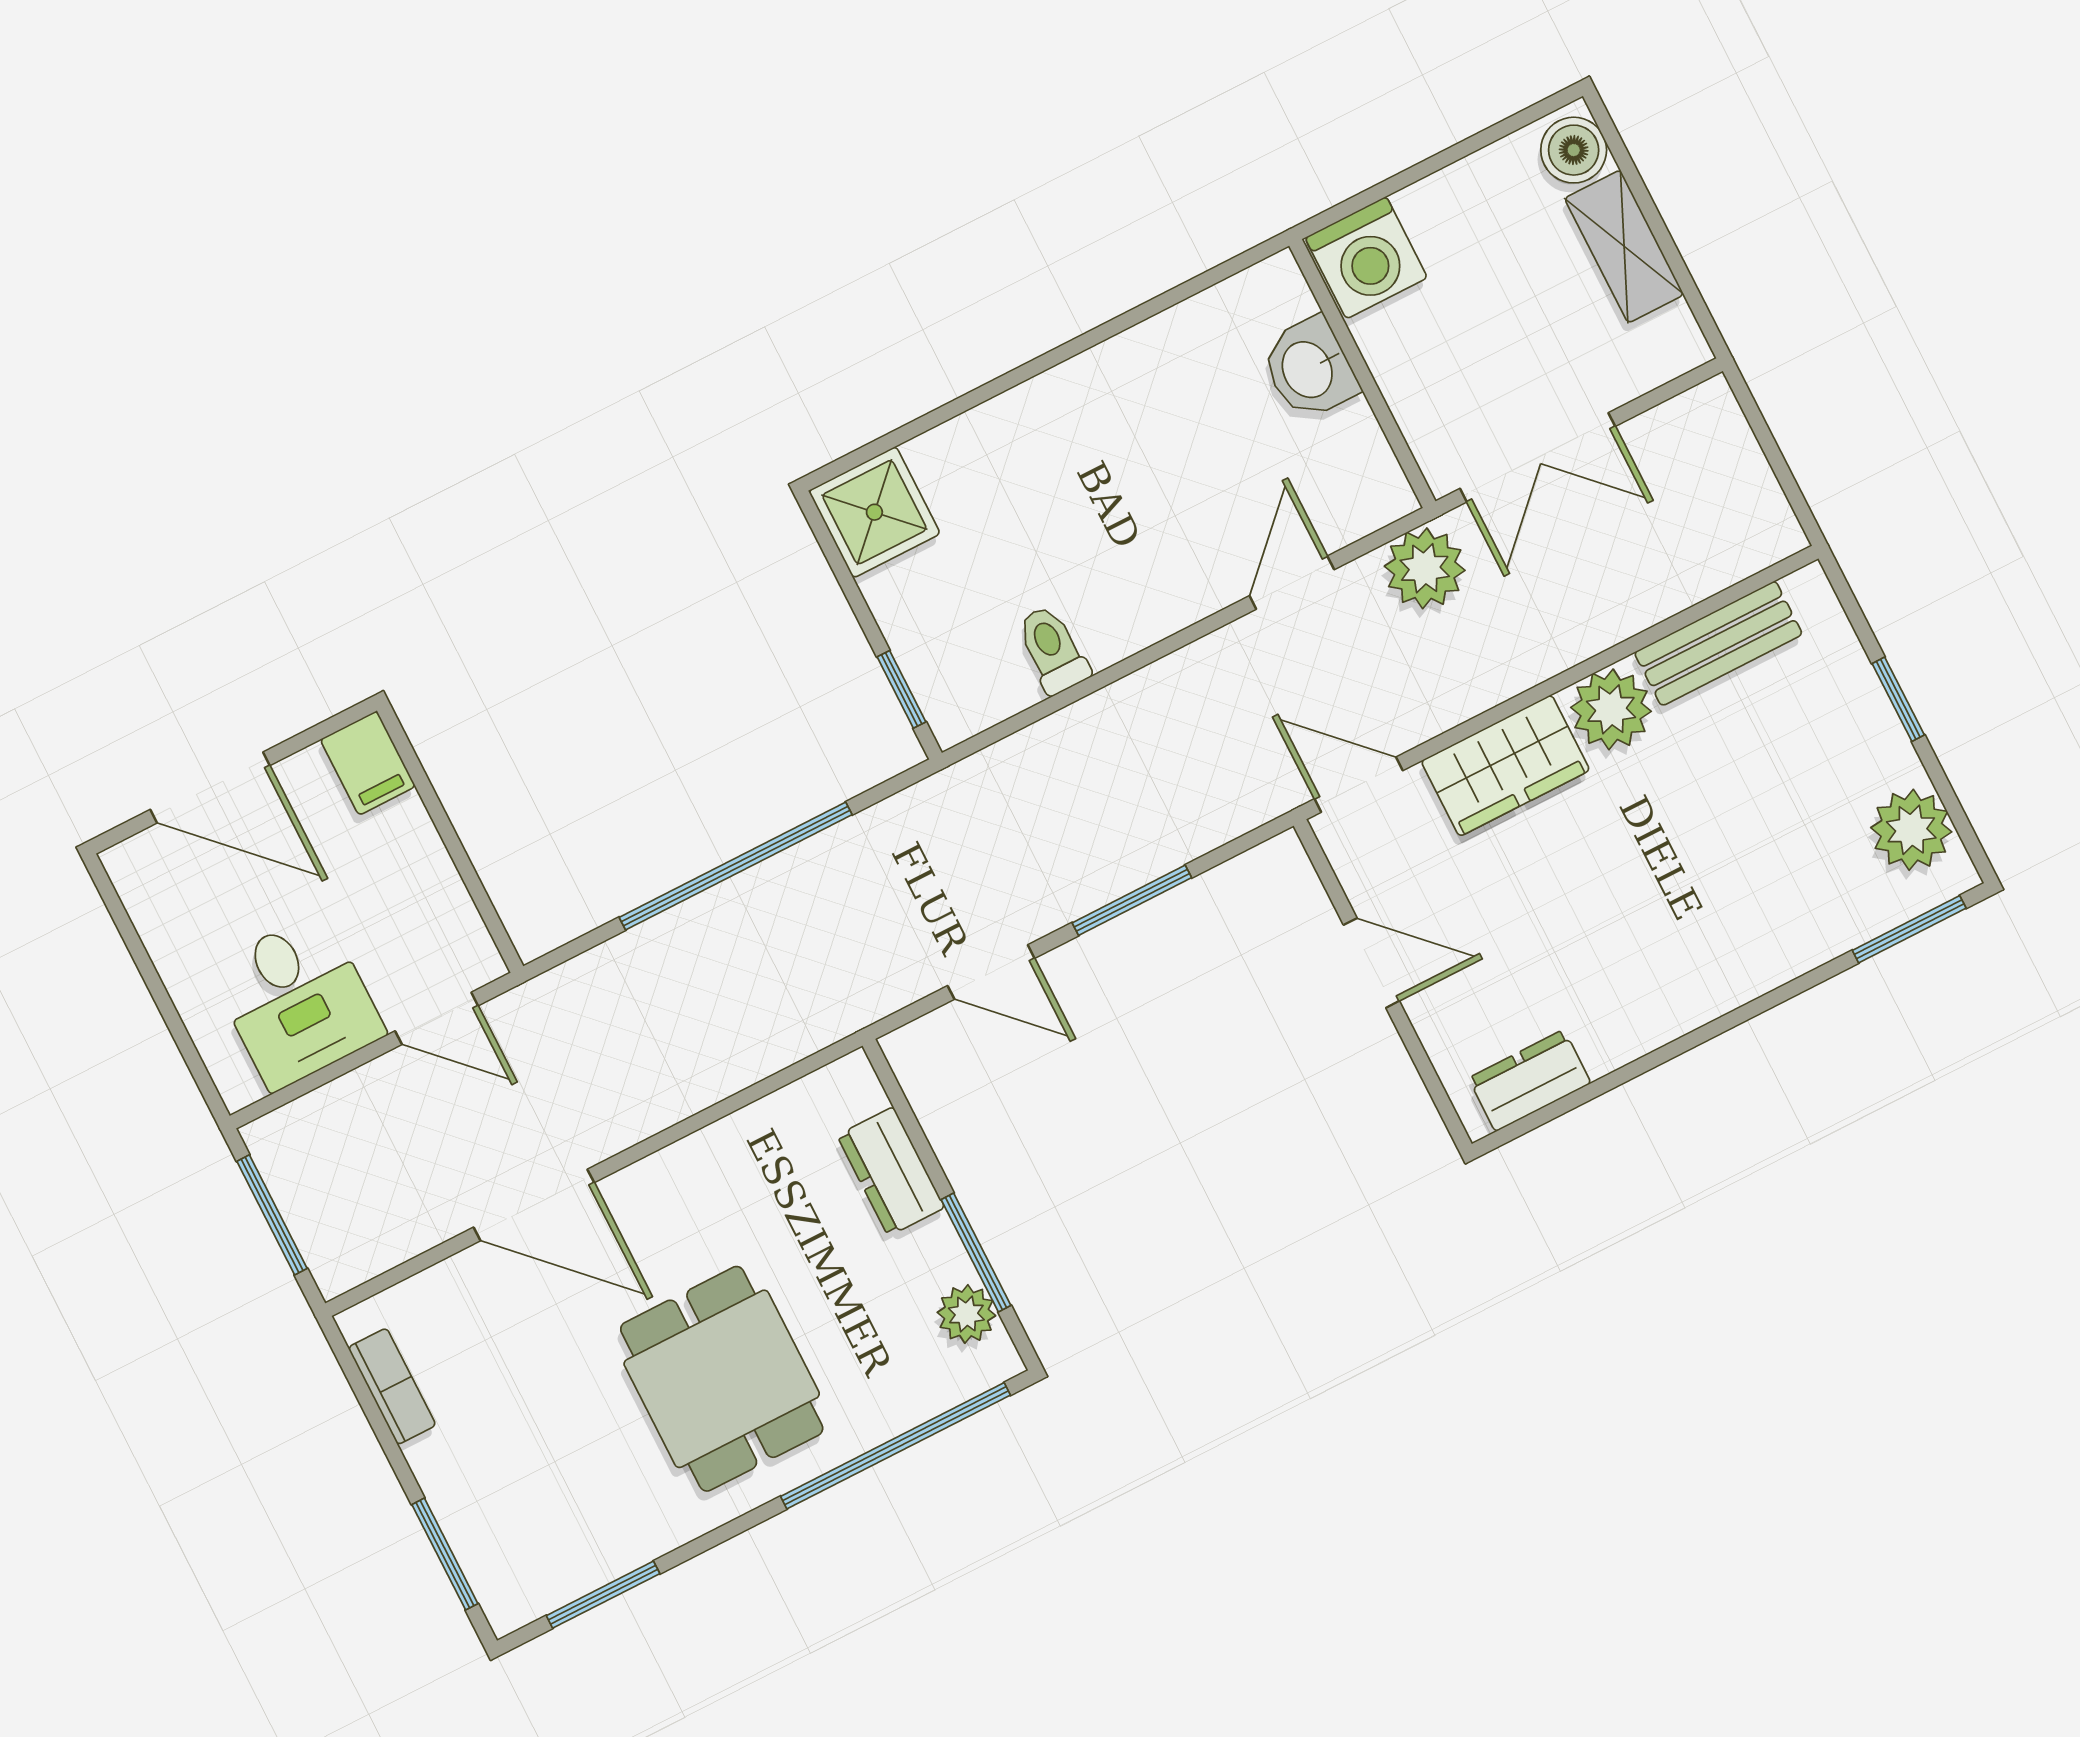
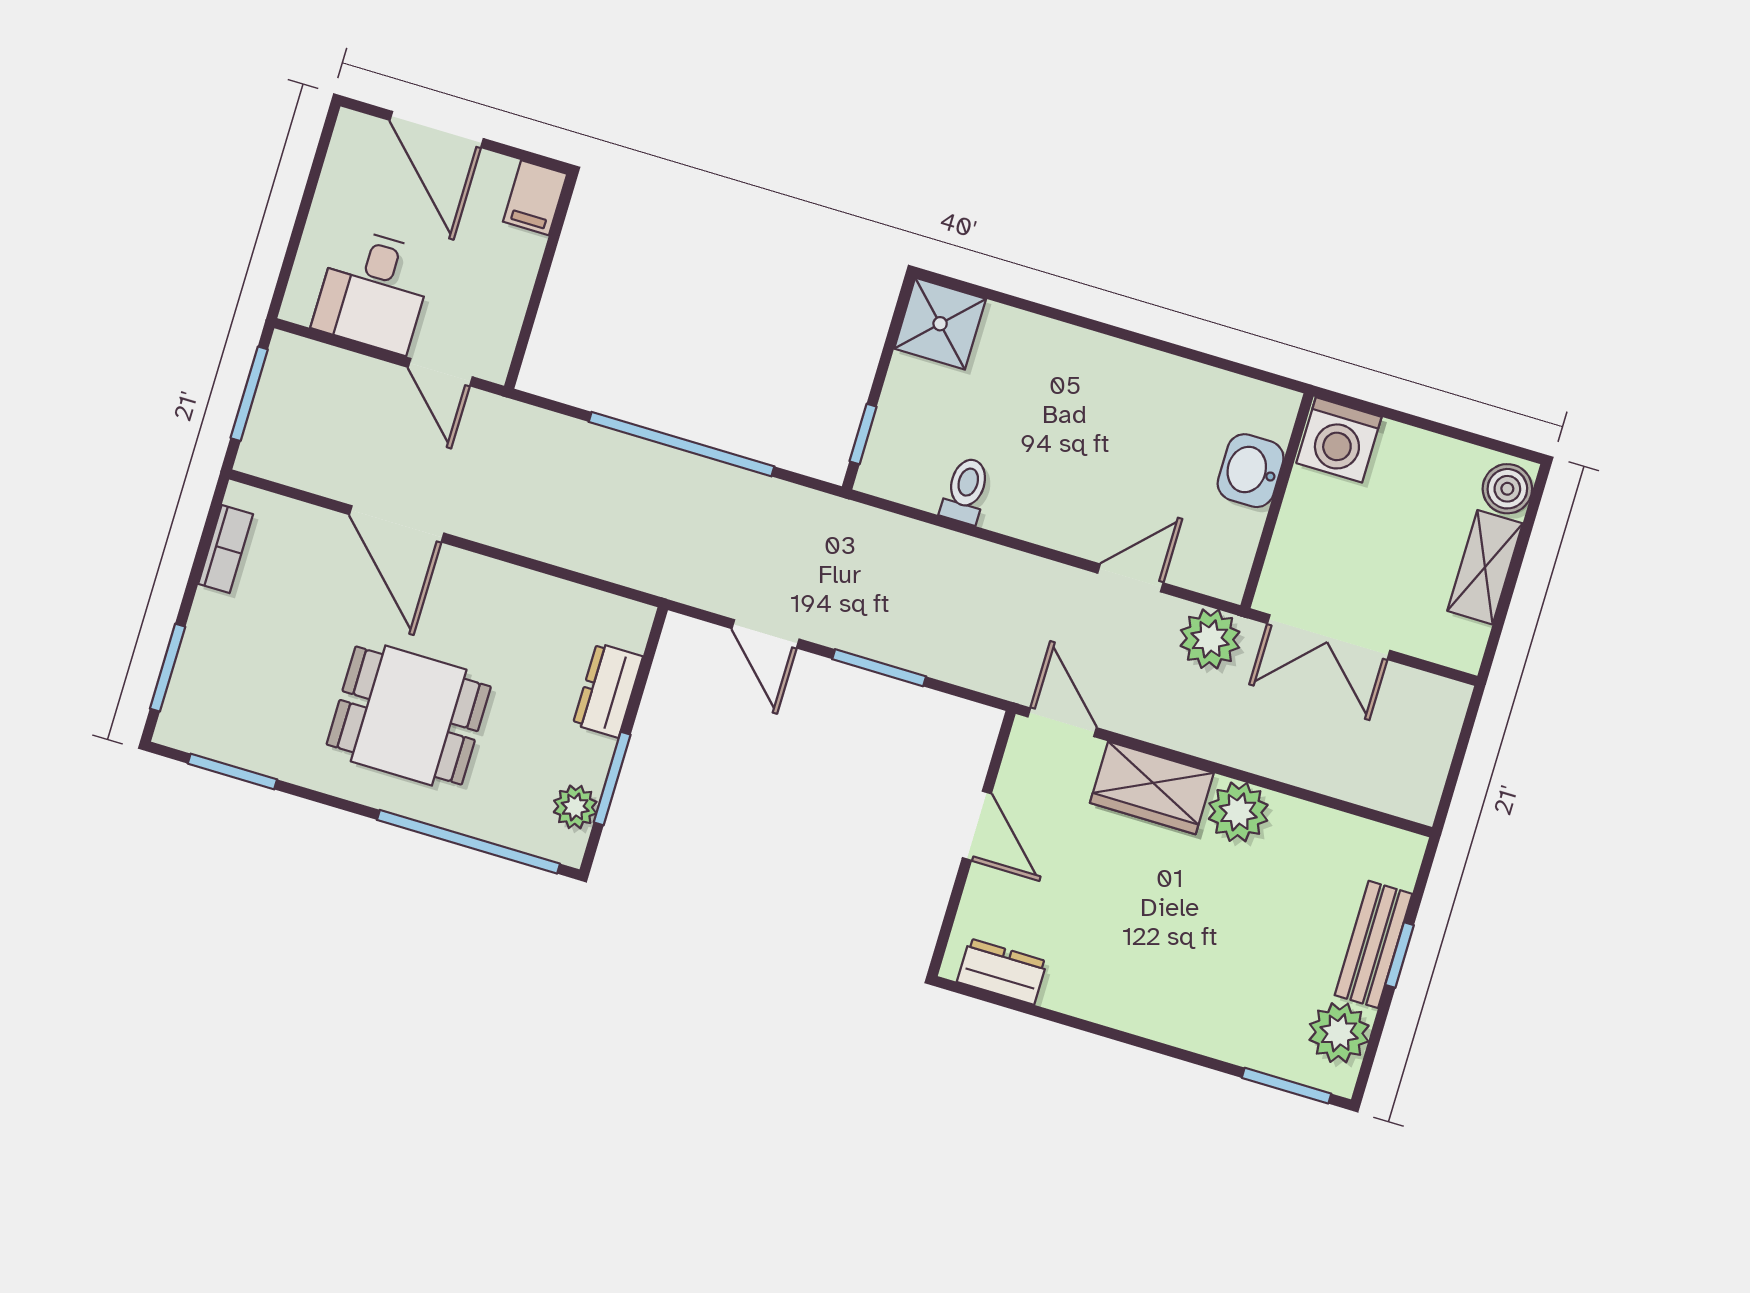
bench: (1718, 643) -> (1373, 944), moved, turned 90
dining table: (722, 1379) -> (409, 716), turned 90

